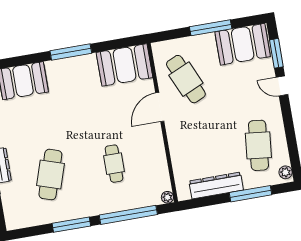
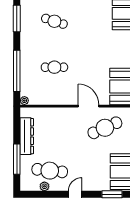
door: (282, 86) -> (75, 194), moved
plant: (286, 172) -> (44, 186), moved
cafe table: (50, 175) -> (54, 21), width x0.73, depth x0.74
window: (71, 225) -> (17, 19), moved

